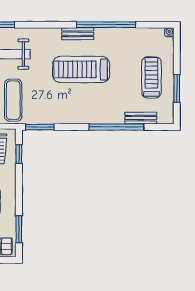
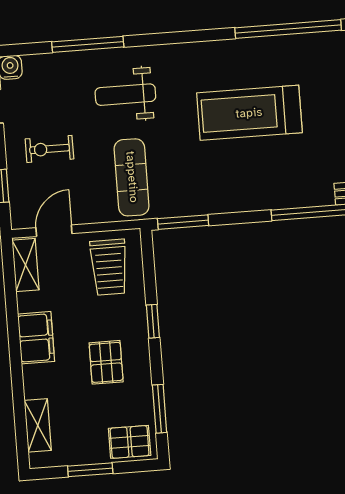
bench: (78, 34) -> (238, 49), removed
window: (19, 154) -> (153, 321), moved

